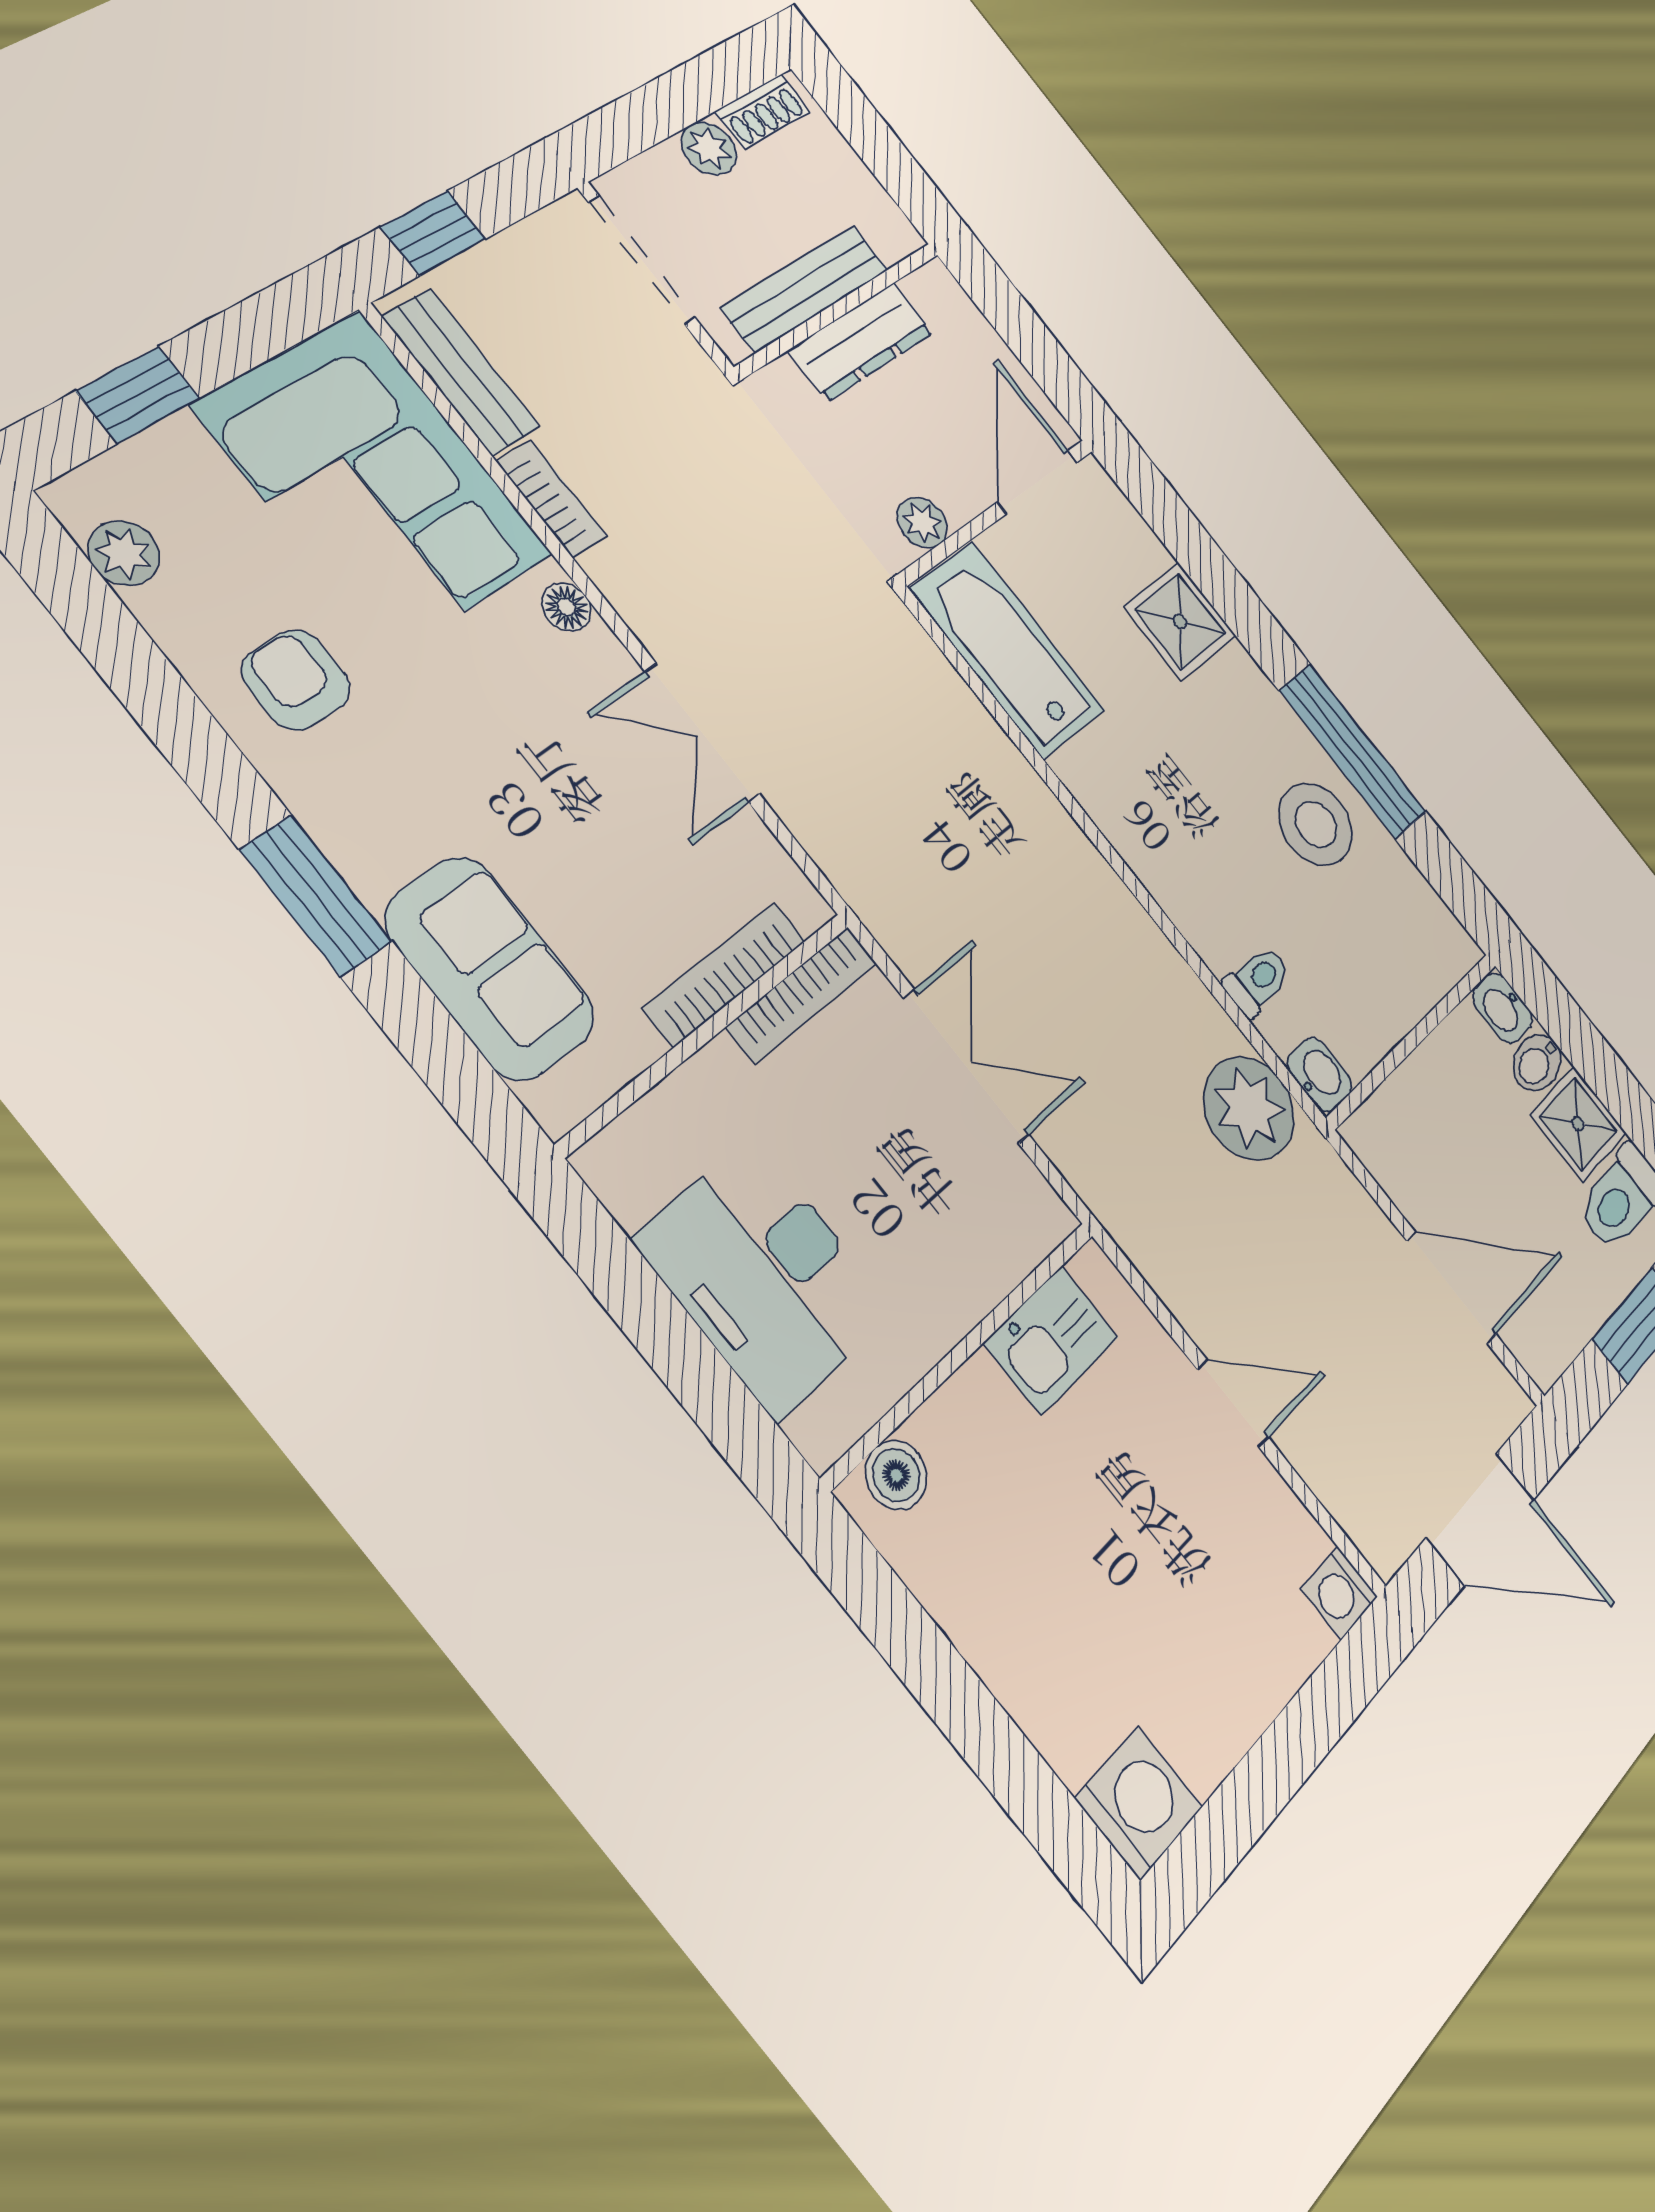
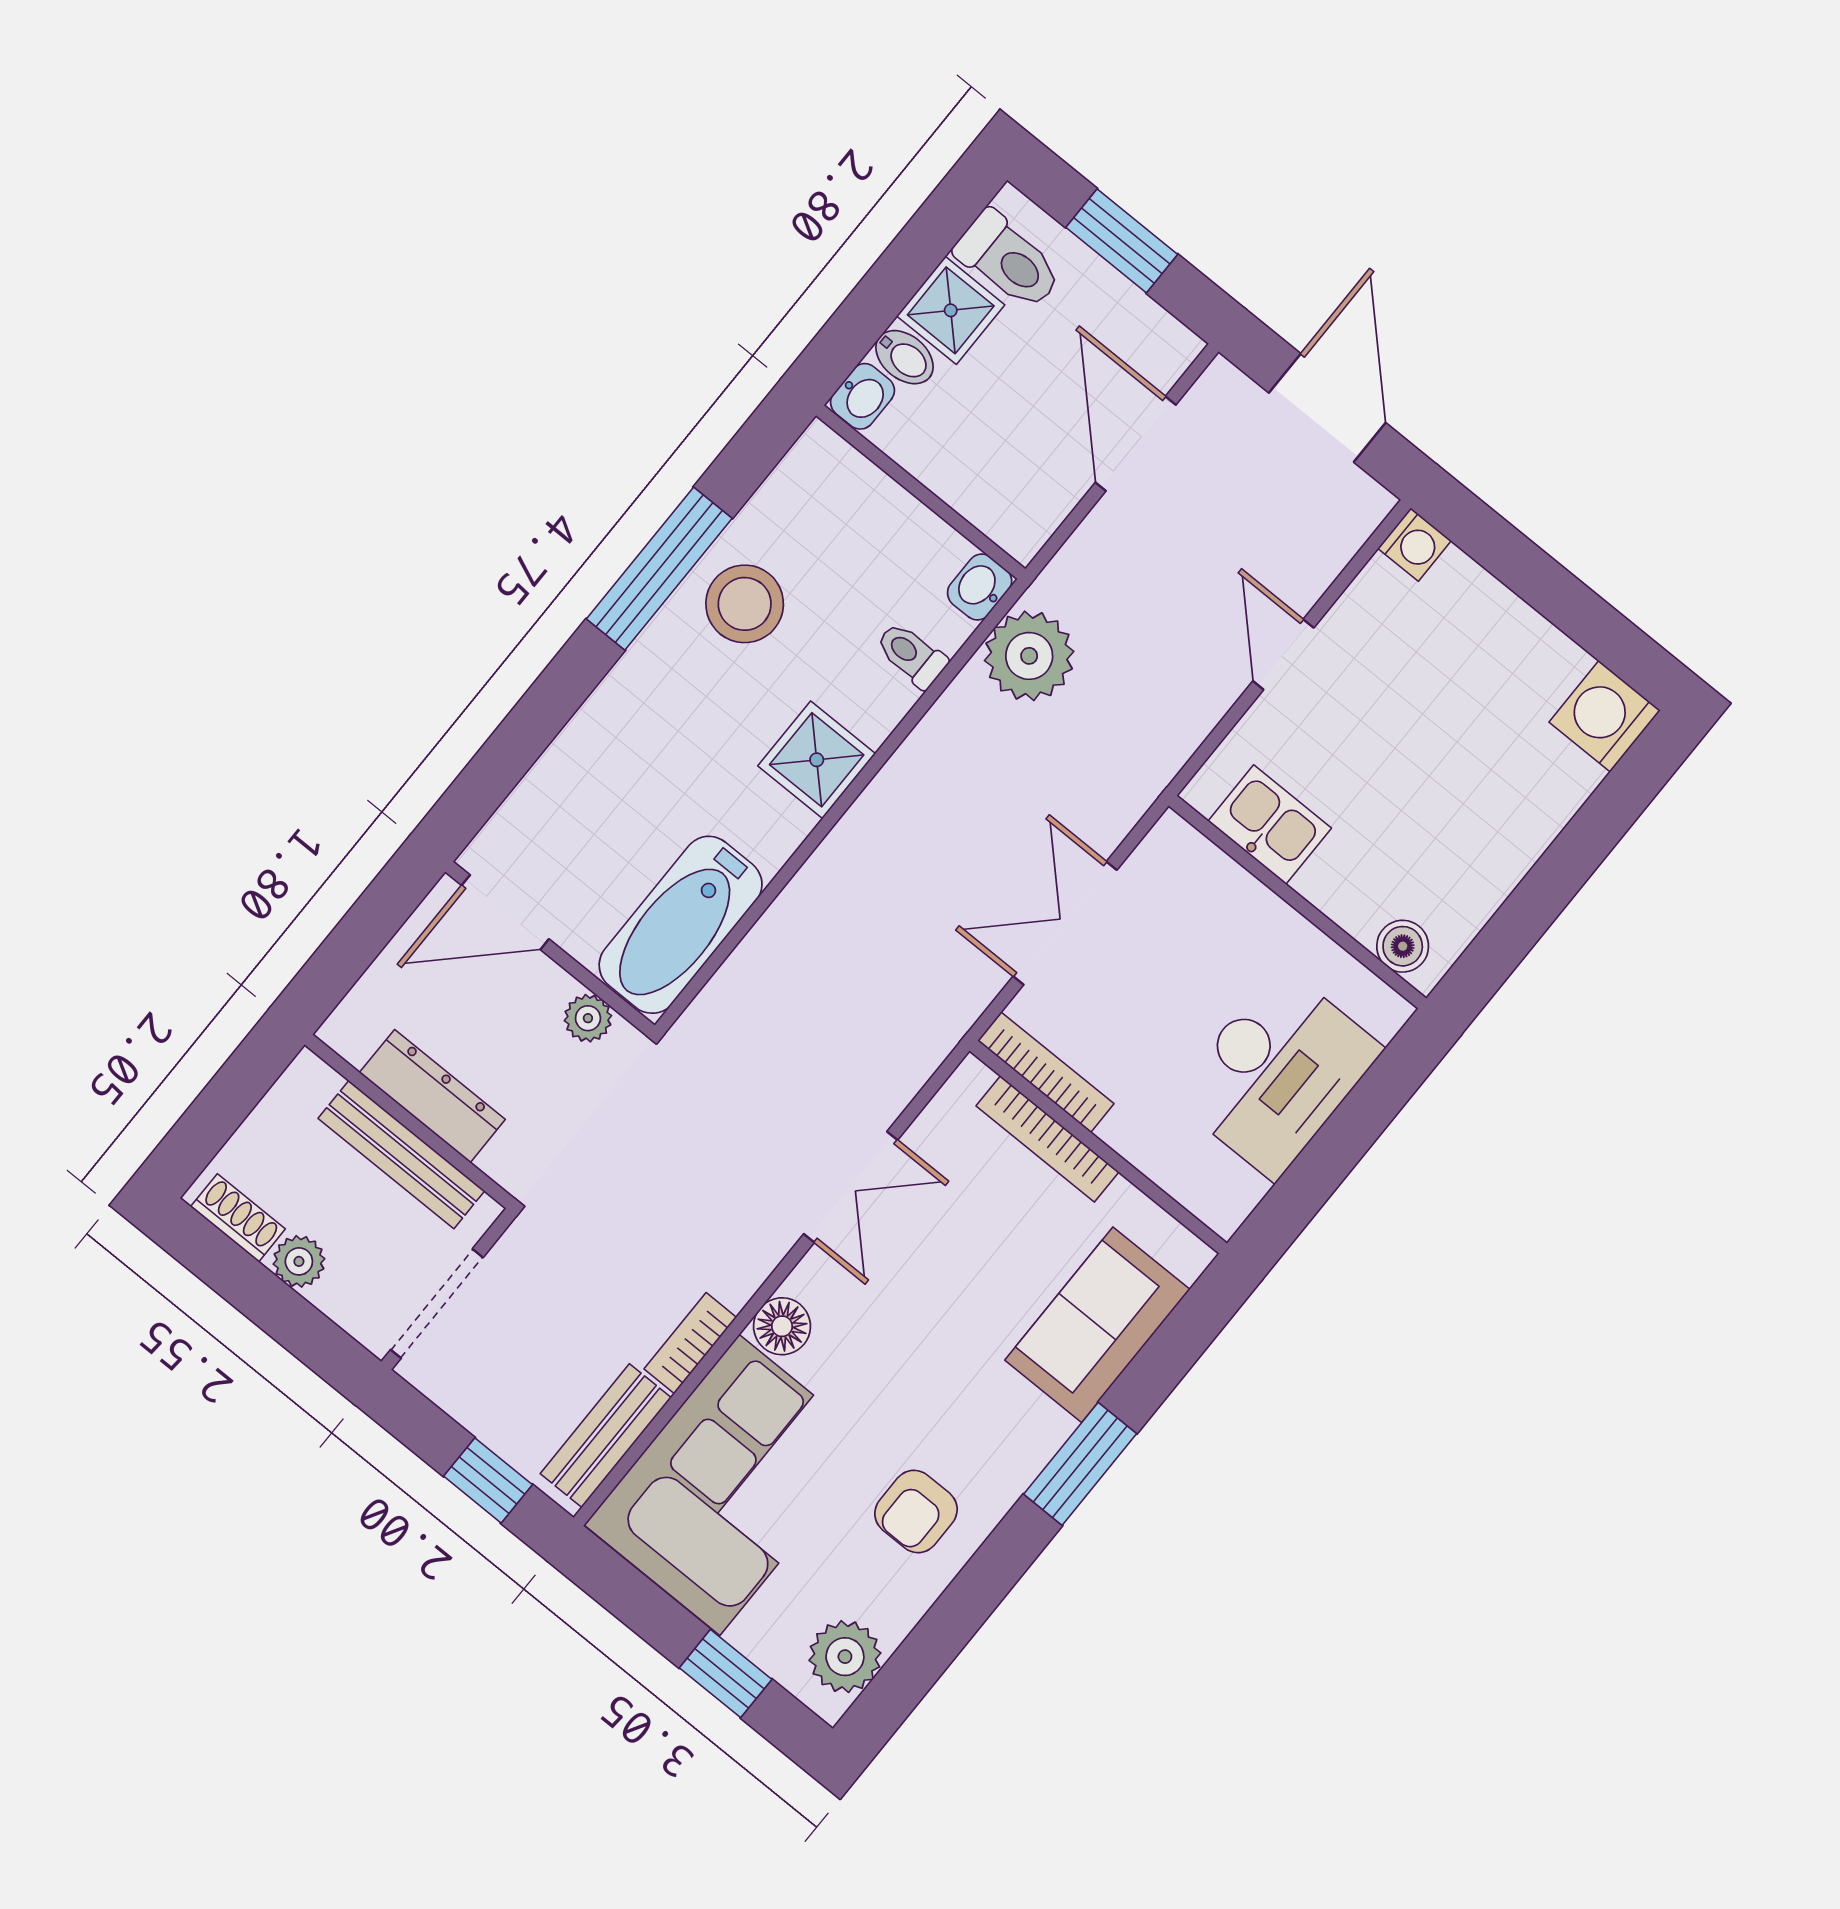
plant: (124, 553) -> (845, 1657), width x1.38, depth x1.38
floor lamp: (566, 607) -> (782, 1326), width x1.37, depth x1.37
shower: (1180, 621) -> (817, 760), moved

